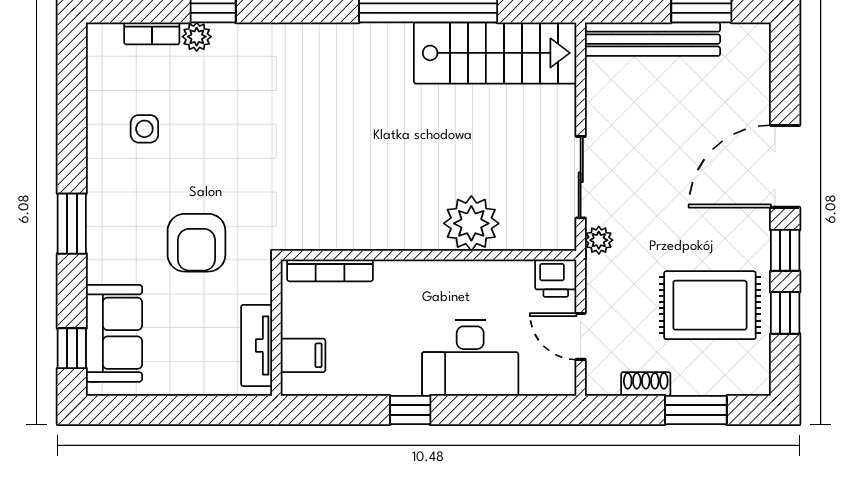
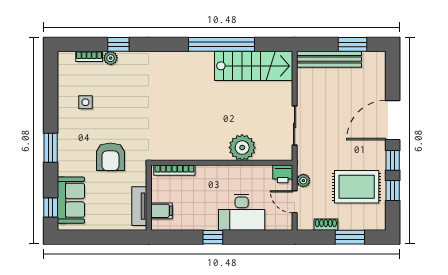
plant: (599, 240) -> (303, 181), moved

